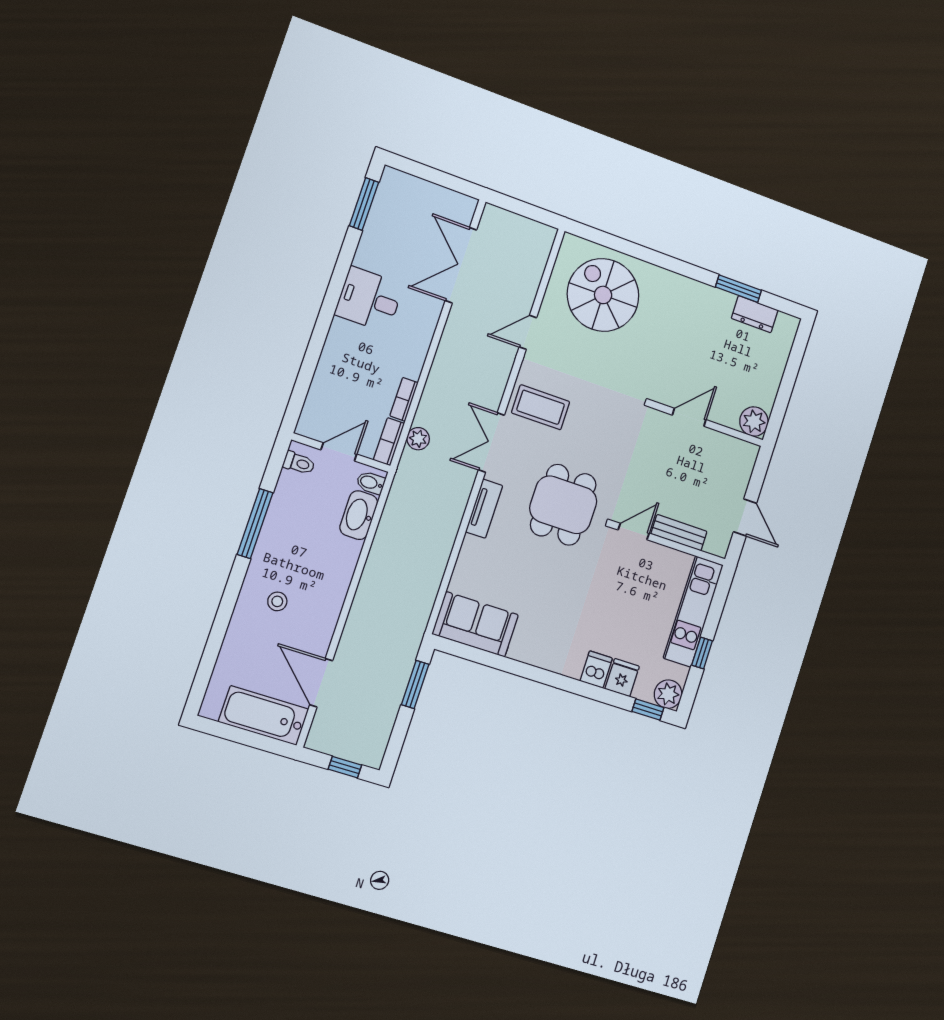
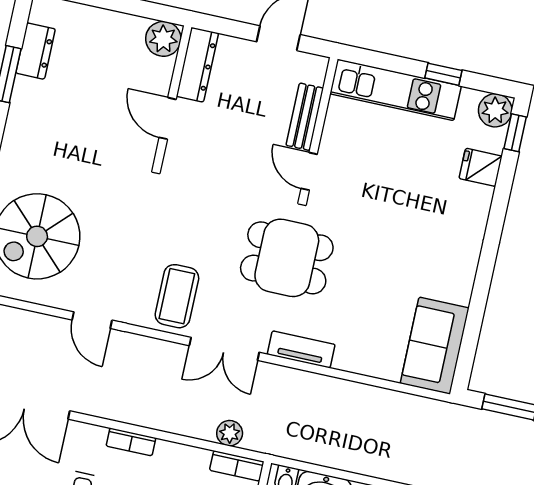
bookcase: (404, 399) -> (131, 442), moved
dresser: (730, 447) -> (197, 65), added
dishwasher: (596, 669) -> (474, 199), removed

